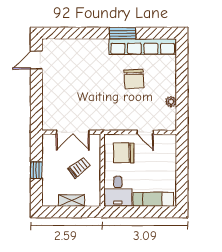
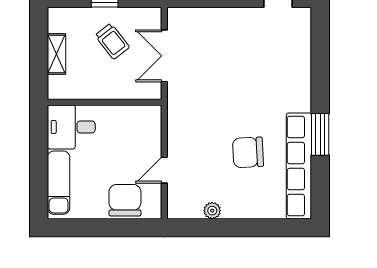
chair: (124, 153) -> (125, 200), moved
trolley: (79, 168) -> (112, 41), moved

